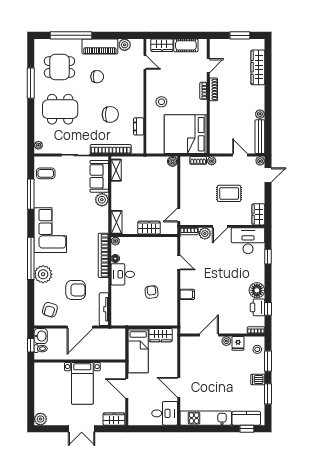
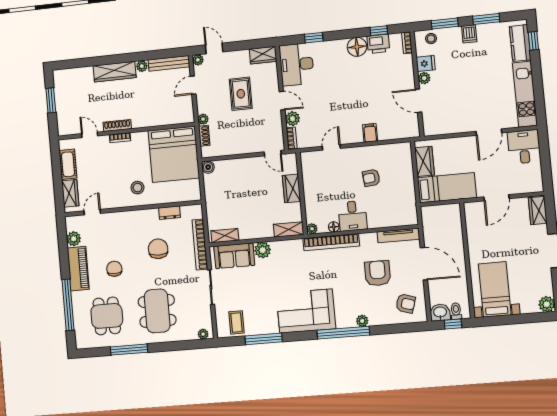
wardrobe: (258, 67) -> (115, 72), moved
plant: (43, 274) -> (362, 321), width x0.53, depth x0.53
bed with nightstands: (82, 383) -> (495, 289), moved, turned -90

